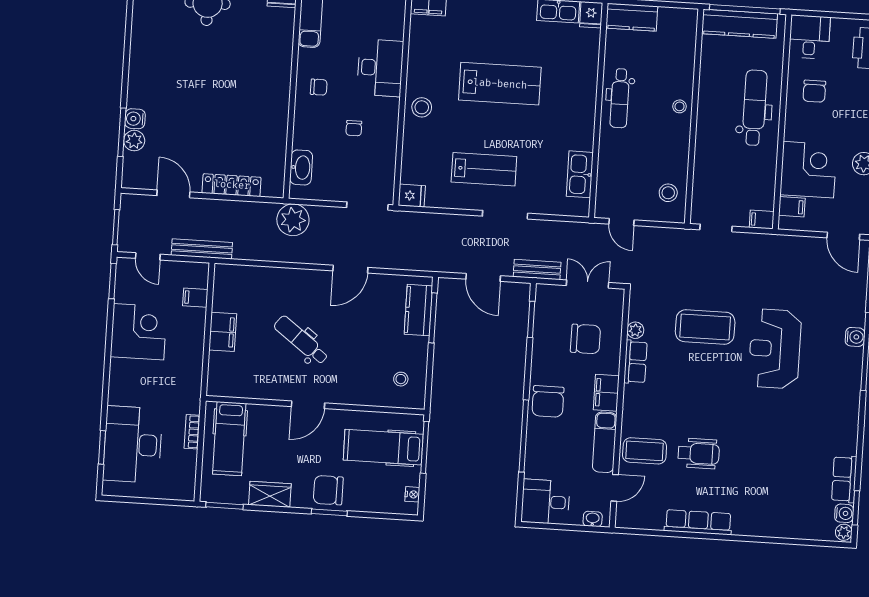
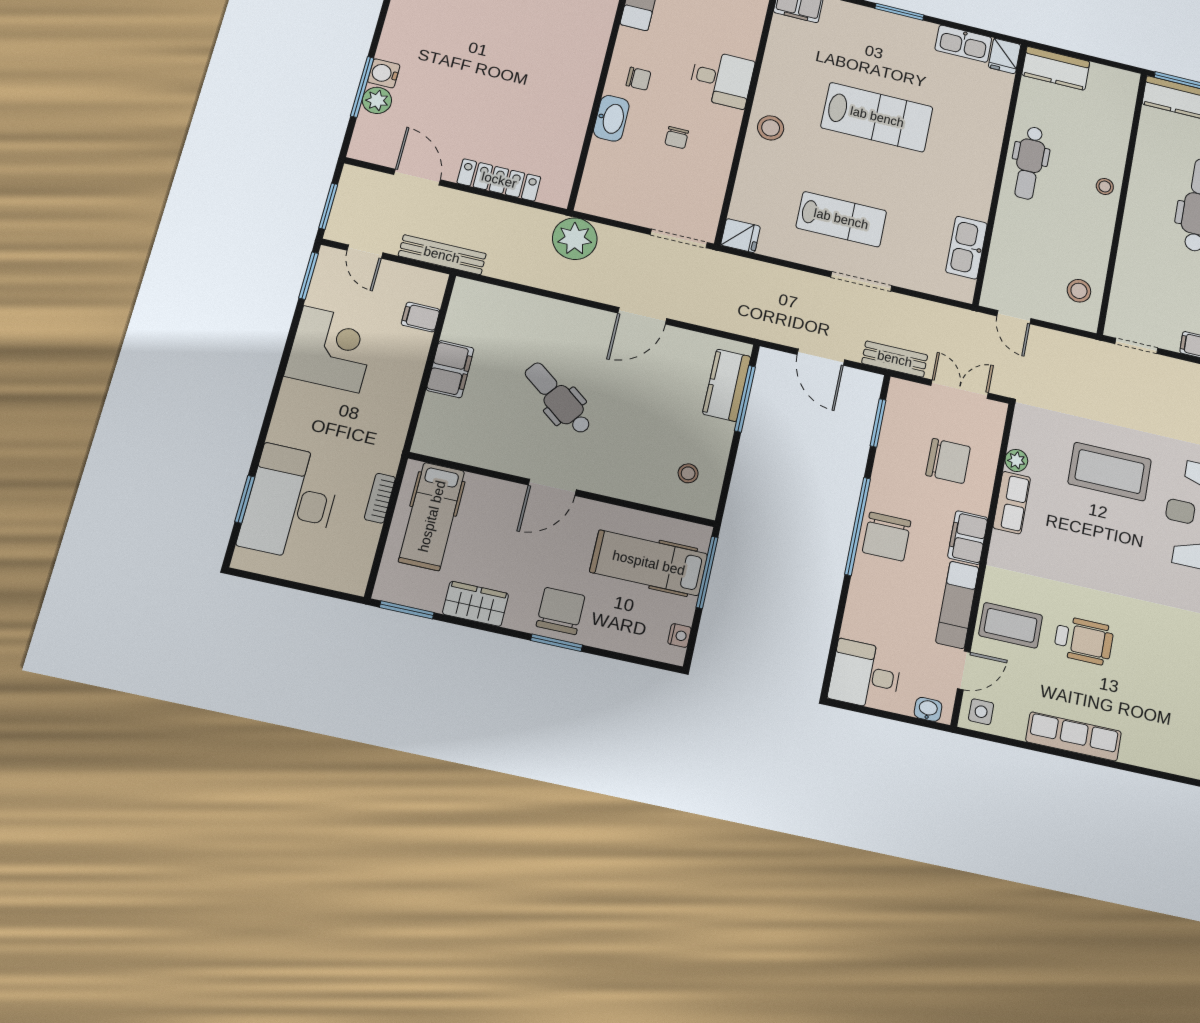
desk: (380, 68) -> (721, 79), width x0.73
washbasin: (301, 167) -> (611, 118), moved
window: (524, 436) -> (857, 526), moved
chair: (328, 490) -> (561, 611), turned 90
side table: (630, 515) -> (981, 712), added

